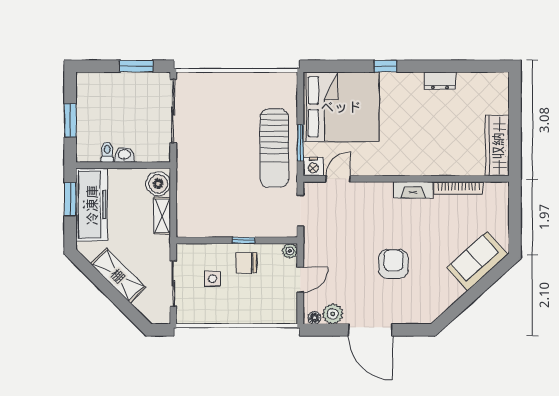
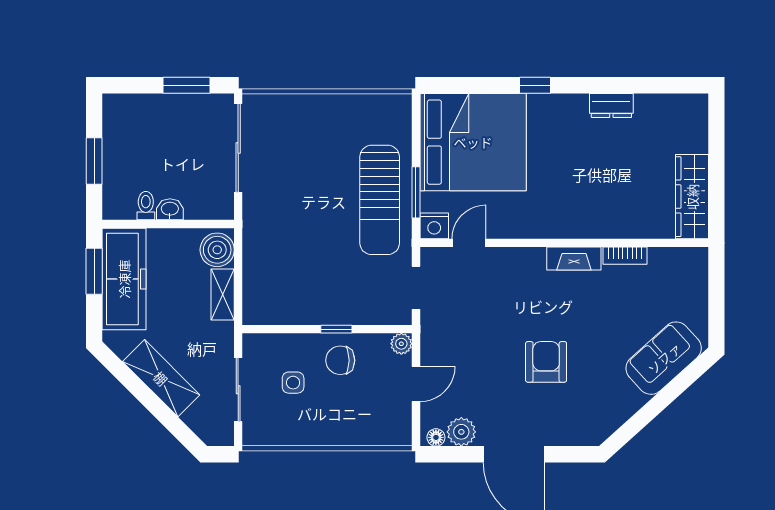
bookcase: (458, 188) -> (625, 256), width x0.64

